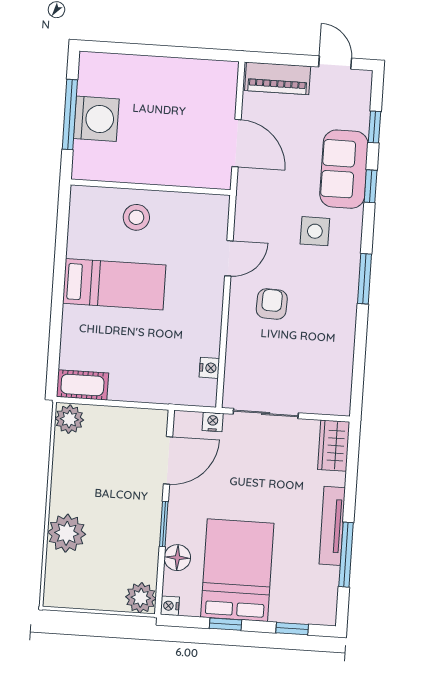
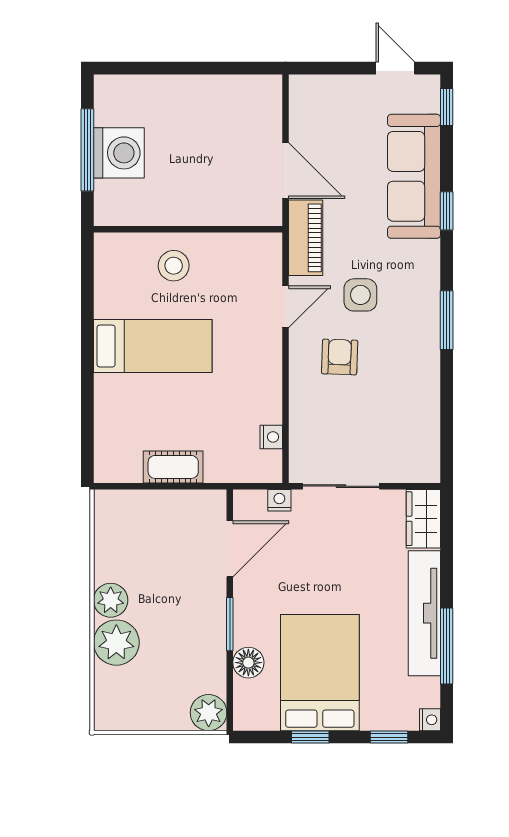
piano: (278, 78) -> (306, 238), moved, turned -90
window: (375, 127) -> (447, 107), moved
sofa: (344, 169) -> (414, 176), width x1.36
side table: (315, 231) -> (360, 295), moved
cot: (82, 385) -> (173, 467), moved
plant: (69, 419) -> (111, 600), moved
tv unit: (332, 526) -> (424, 613), width x1.36, depth x1.29
nightstand: (170, 606) -> (430, 720), moved, turned 180

